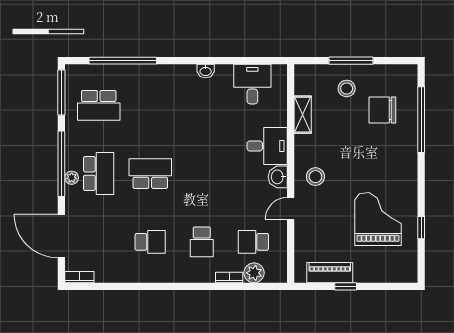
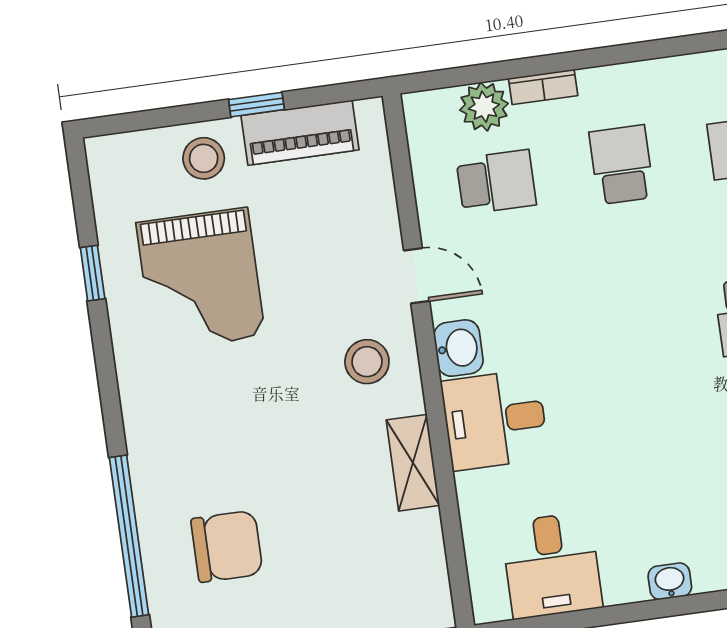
stool: (347, 88) -> (204, 158), moved
shelving: (303, 115) -> (413, 463), moved
door: (291, 208) -> (417, 276), hinge flipped

